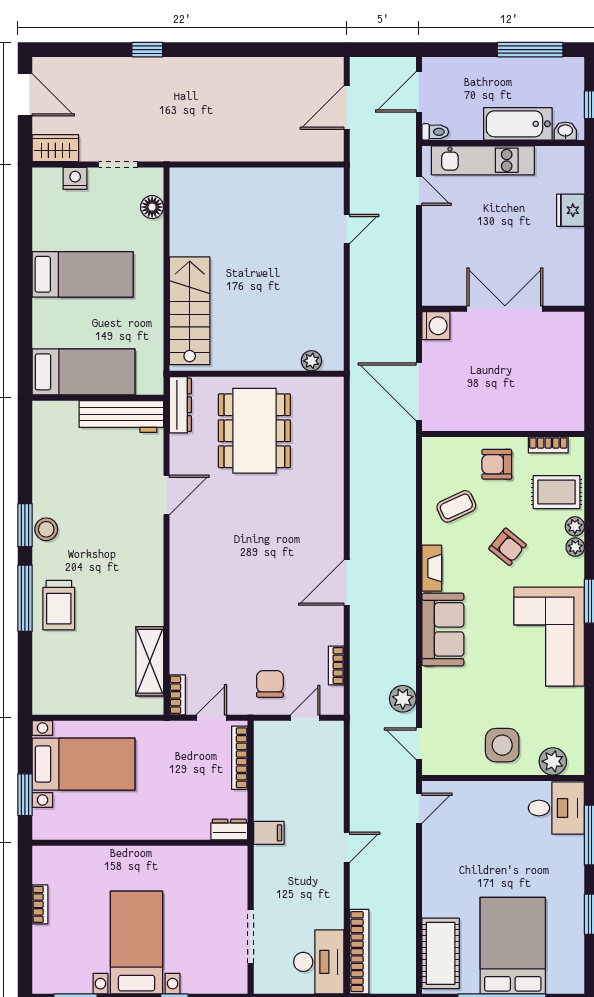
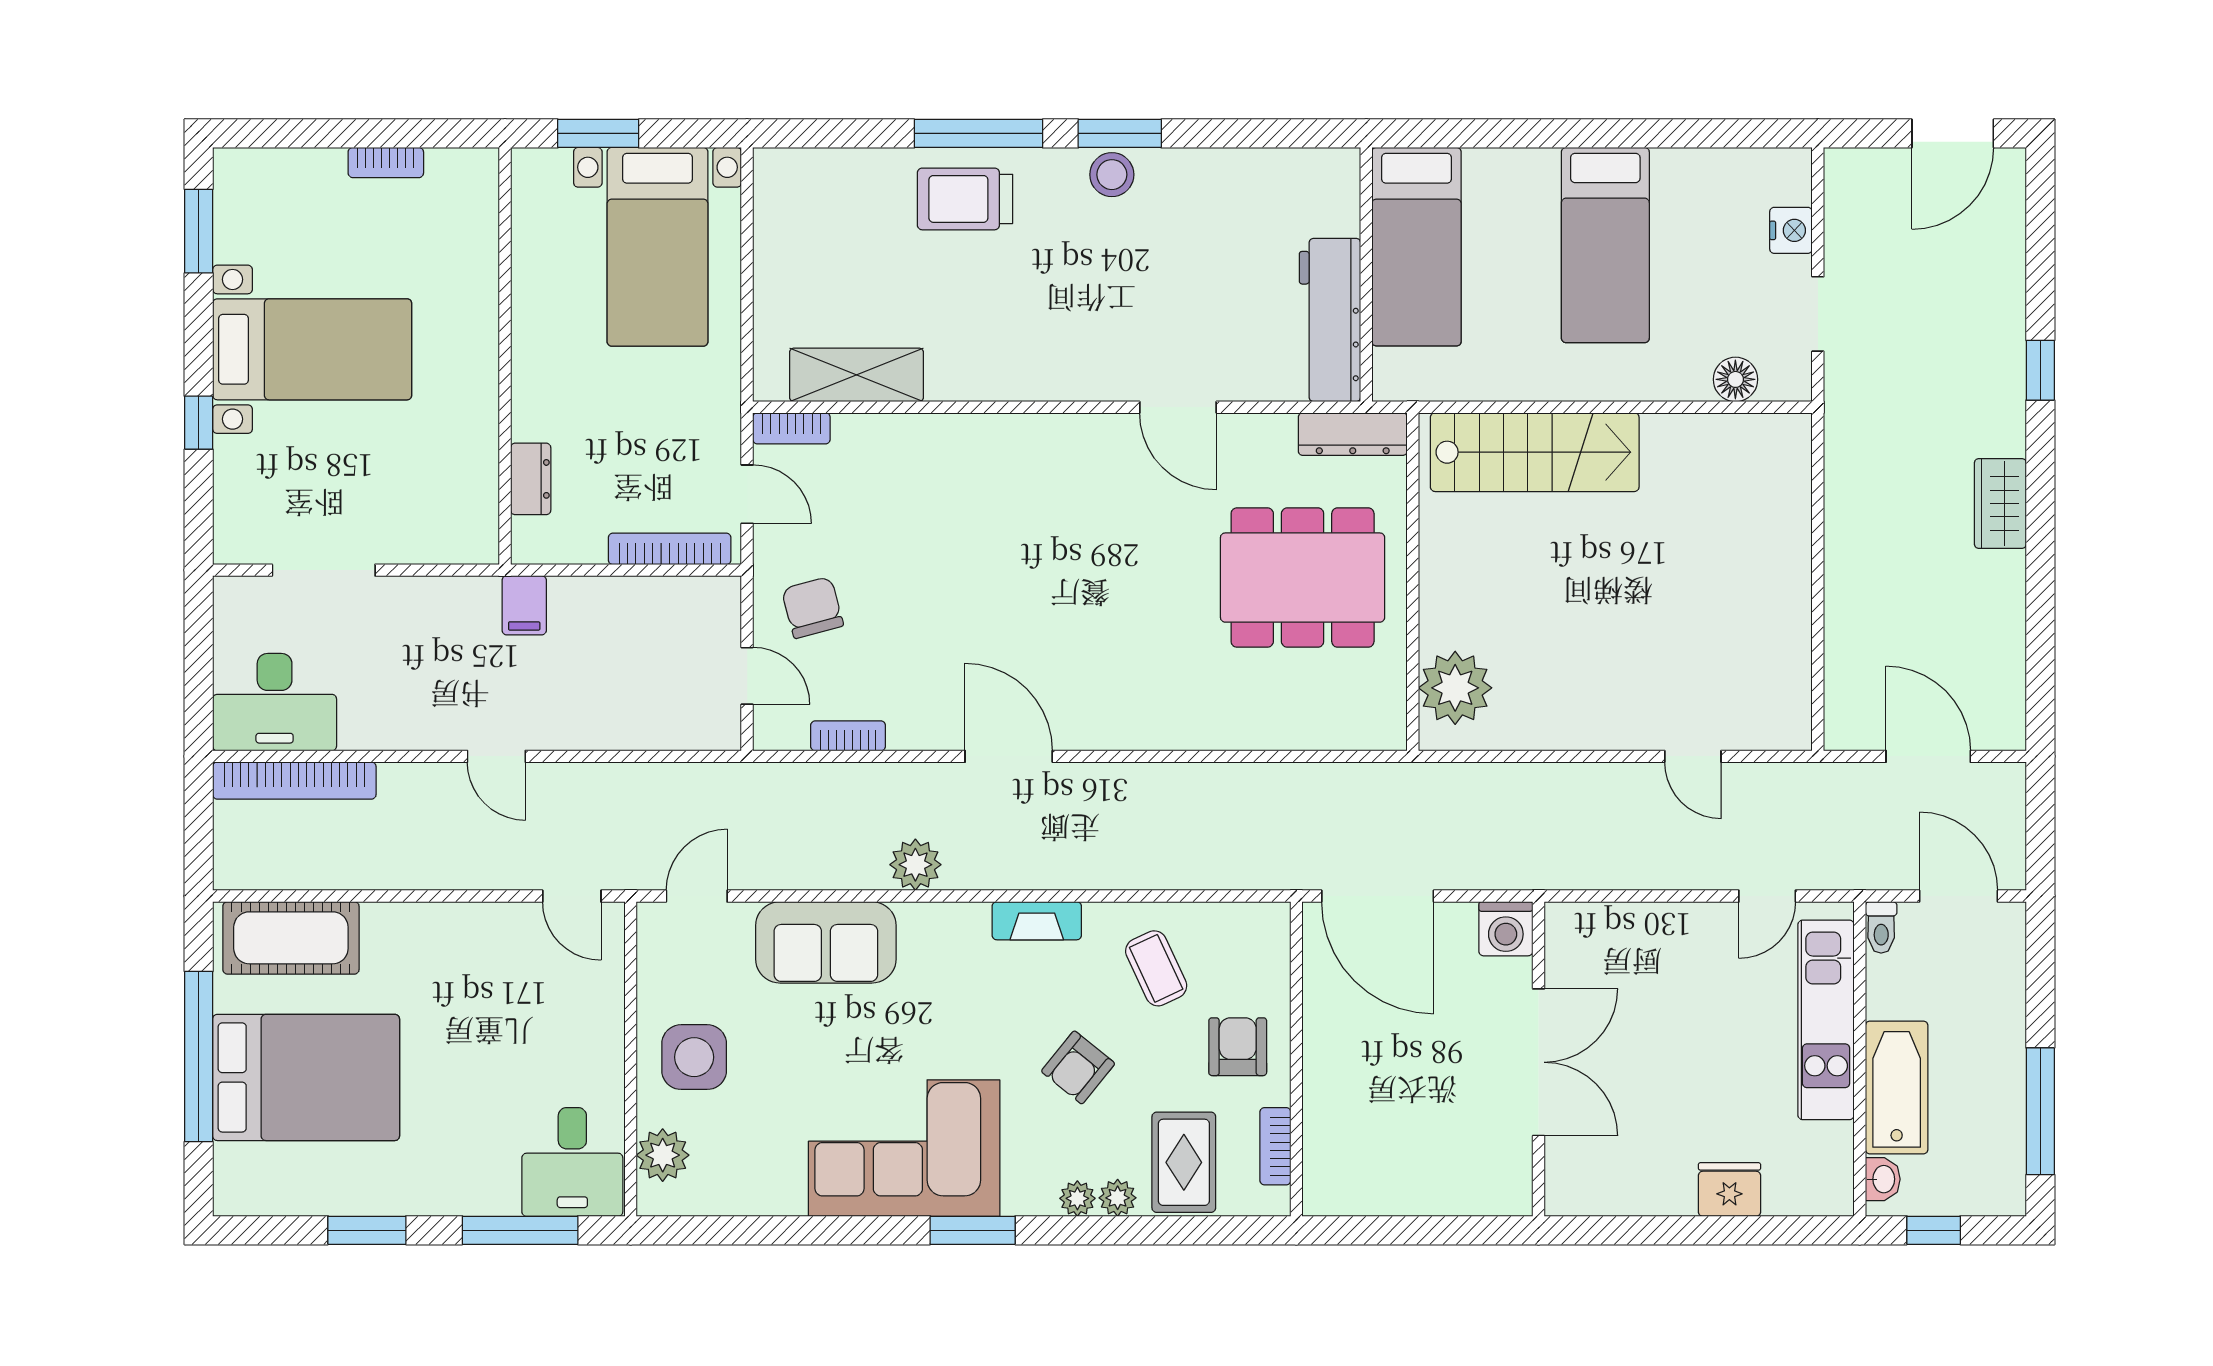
wardrobe: (55, 148) -> (2000, 503), moved, turned 180
plant: (311, 361) -> (1455, 688), width x1.88, depth x1.88
door: (419, 392) -> (1378, 896), swing flipped
sofa: (443, 629) -> (826, 942), moved
chair: (270, 684) -> (812, 608), turned -105
plant: (403, 699) -> (915, 865), moved
dresser: (229, 830) -> (531, 479), moved

